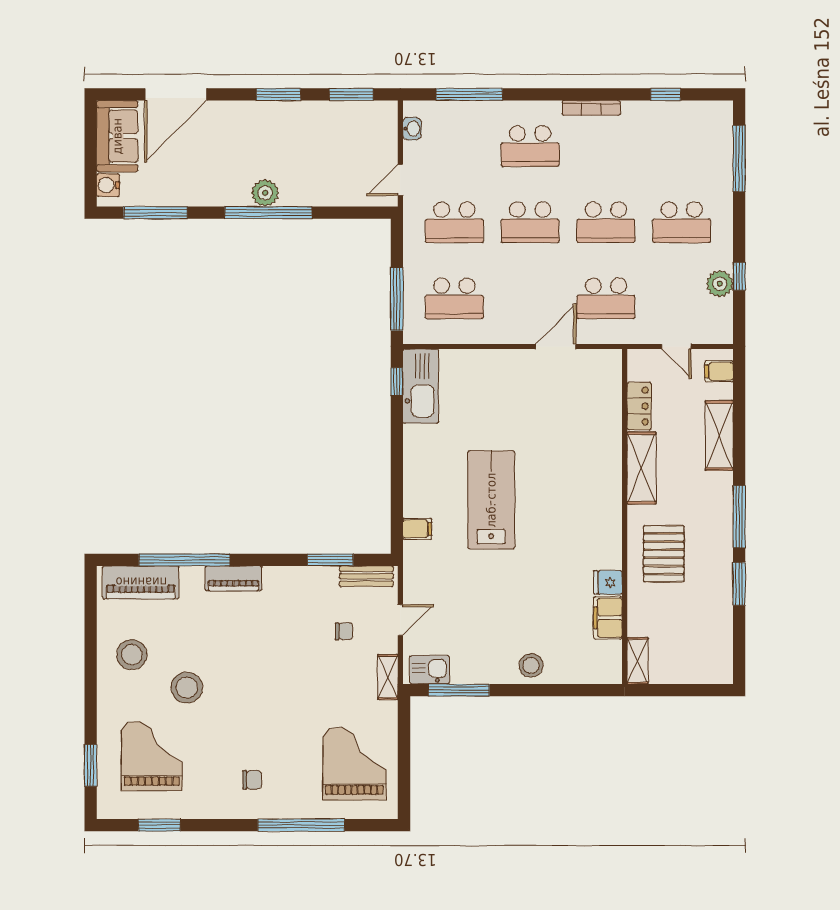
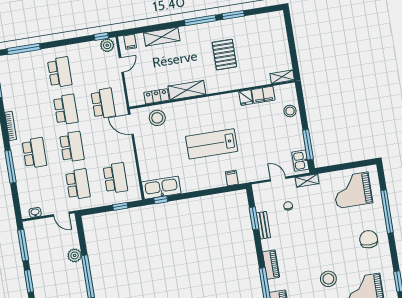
window: (351, 94) -> (23, 245), width x1.44
window: (469, 94) -> (10, 167), moved
plant: (265, 193) -> (75, 255), moved
window: (739, 276) -> (101, 36), moved
plant: (720, 284) -> (107, 45), moved
window: (397, 299) -> (120, 206), width x0.46
stool: (560, 401) -> (157, 118), added
locker: (639, 406) -> (157, 96), moved
shelving: (642, 468) -> (187, 90), moved
wall: (625, 516) -> (212, 95), moved
pallet: (664, 554) -> (224, 55), turned 90
bench: (366, 576) -> (263, 225), moved
fridge: (608, 582) -> (246, 98), moved
filing cabinet: (608, 618) -> (263, 95), moved
shelving: (638, 661) -> (282, 77), moved
chair: (252, 780) -> (369, 239), width x1.87, depth x1.87

